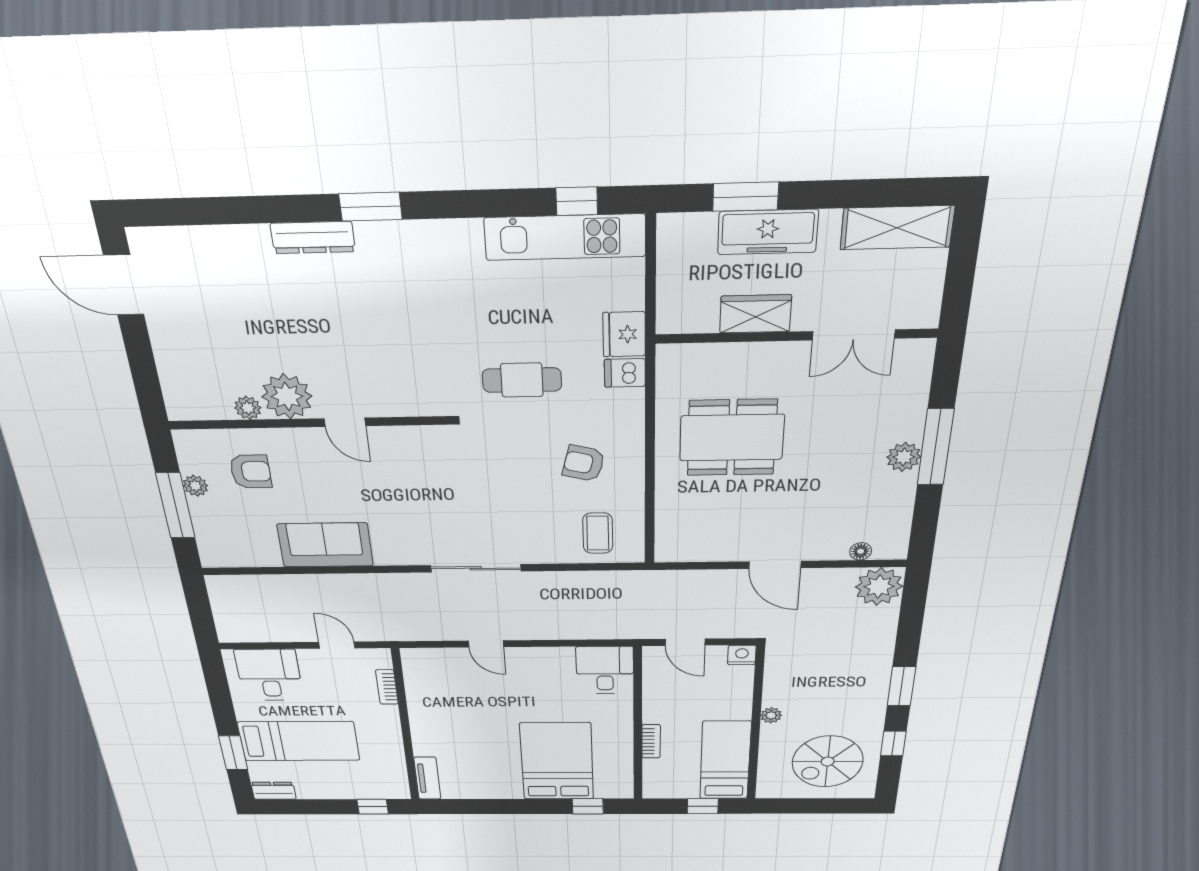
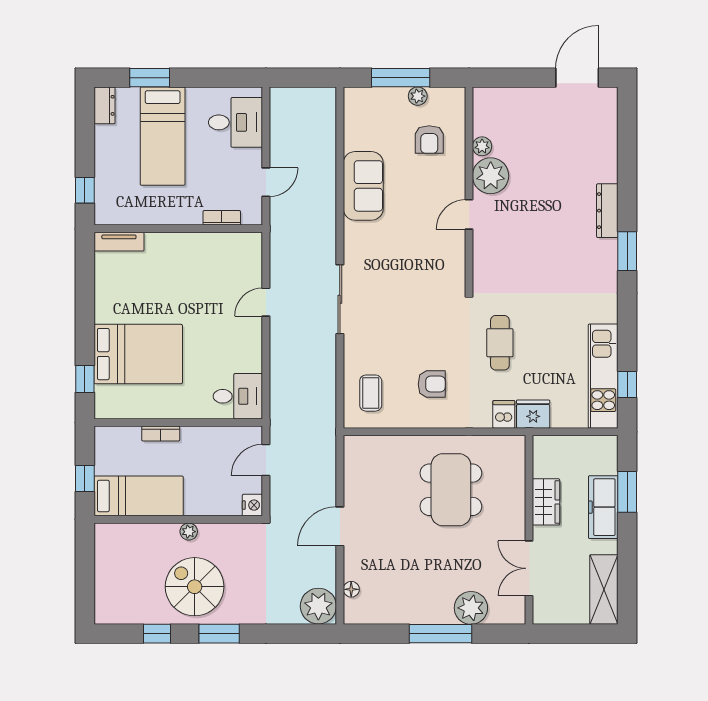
plant: (904, 457) -> (471, 608), moved, width x1.36, depth x1.36
armchair: (584, 463) -> (432, 384), turned 76
coffee table: (598, 533) -> (371, 393), turned 90
spiral stairs: (828, 761) -> (195, 587), moved

